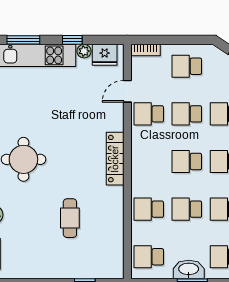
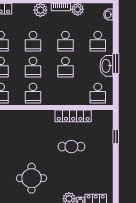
locker: (115, 159) -> (73, 116), moved
school desk: (149, 209) -> (33, 93), moved

